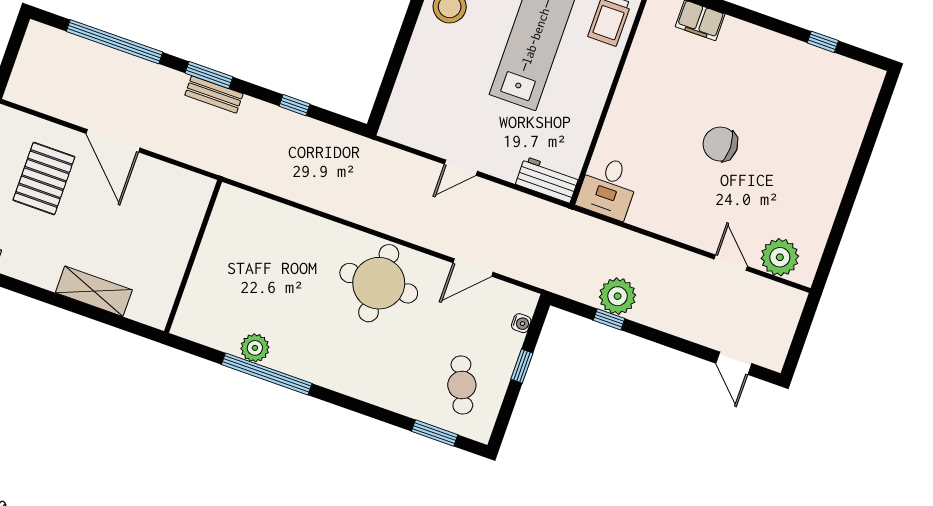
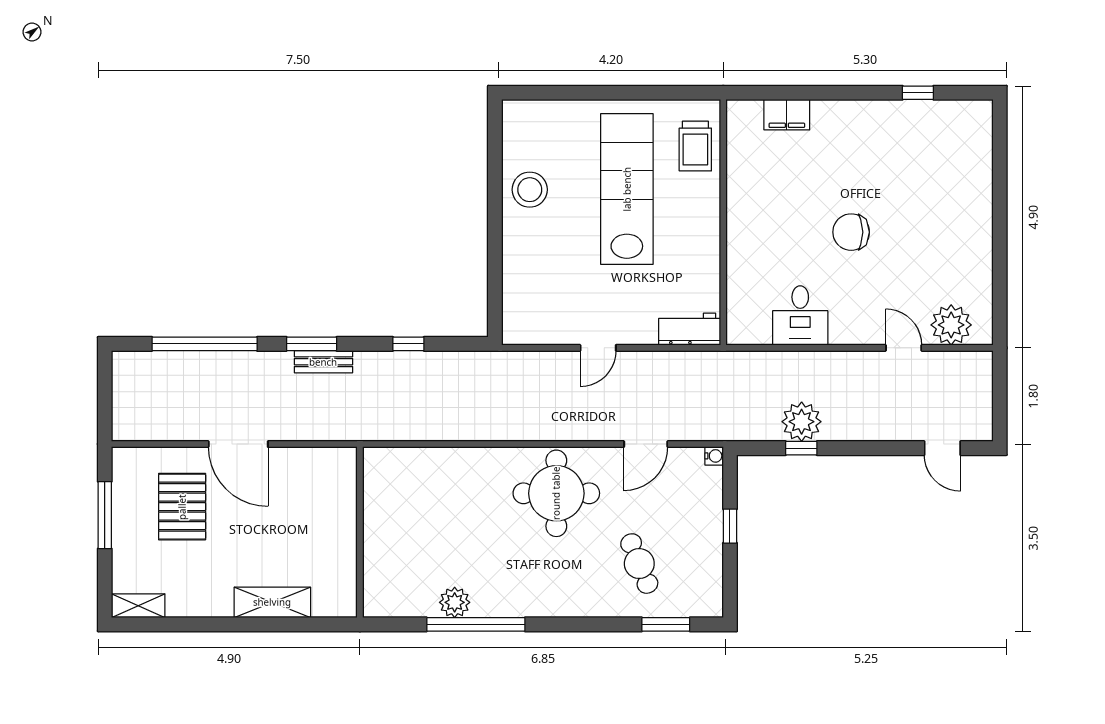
desk: (608, 187) -> (800, 315), moved
water cooler: (521, 323) -> (714, 456), moved
cafe table: (462, 385) -> (639, 564), moved

